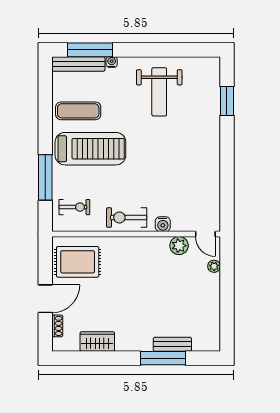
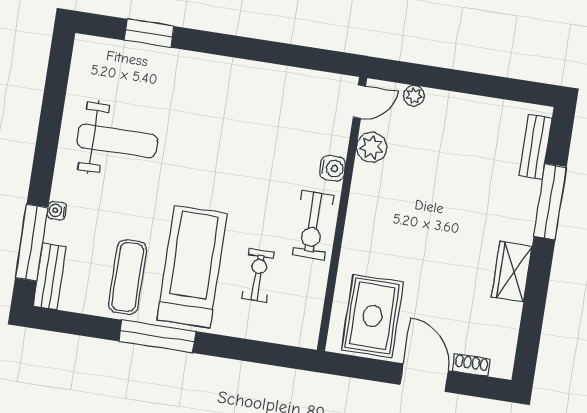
bench: (78, 64) -> (50, 276), width x0.73
window: (45, 177) -> (157, 336), moved
exercise bike: (74, 207) -> (258, 275), moved
wardrobe: (97, 342) -> (512, 272), moved
bench: (172, 344) -> (536, 147), moved

